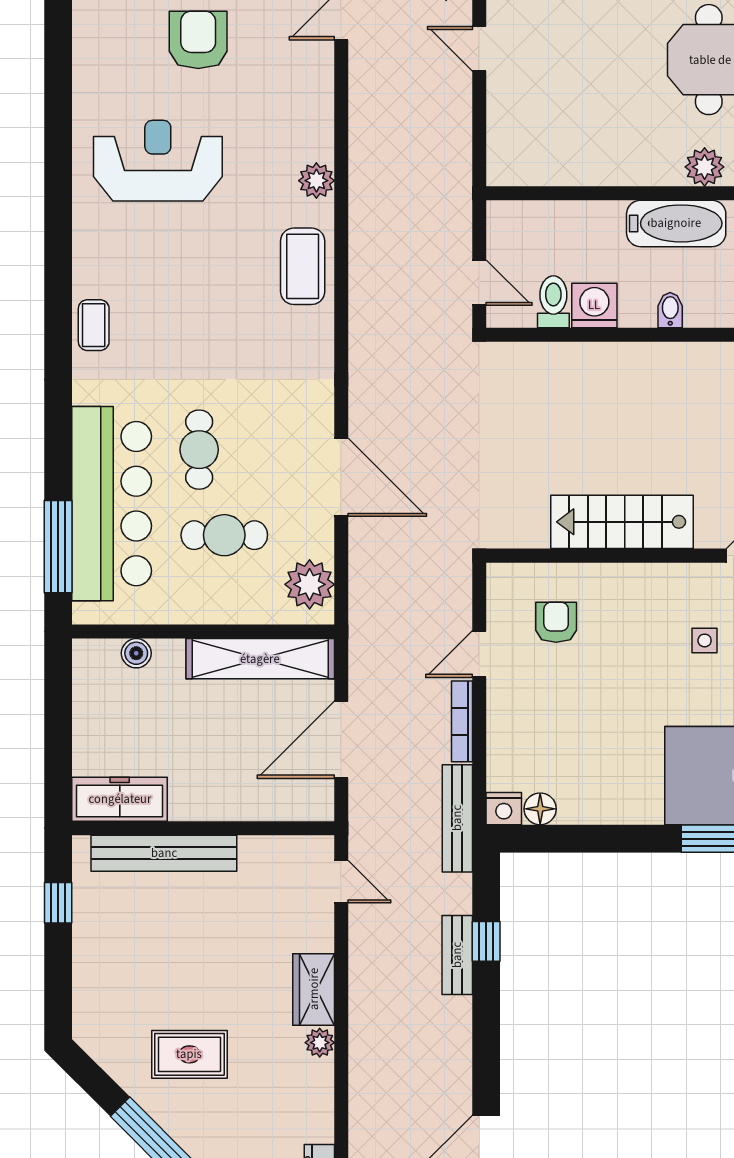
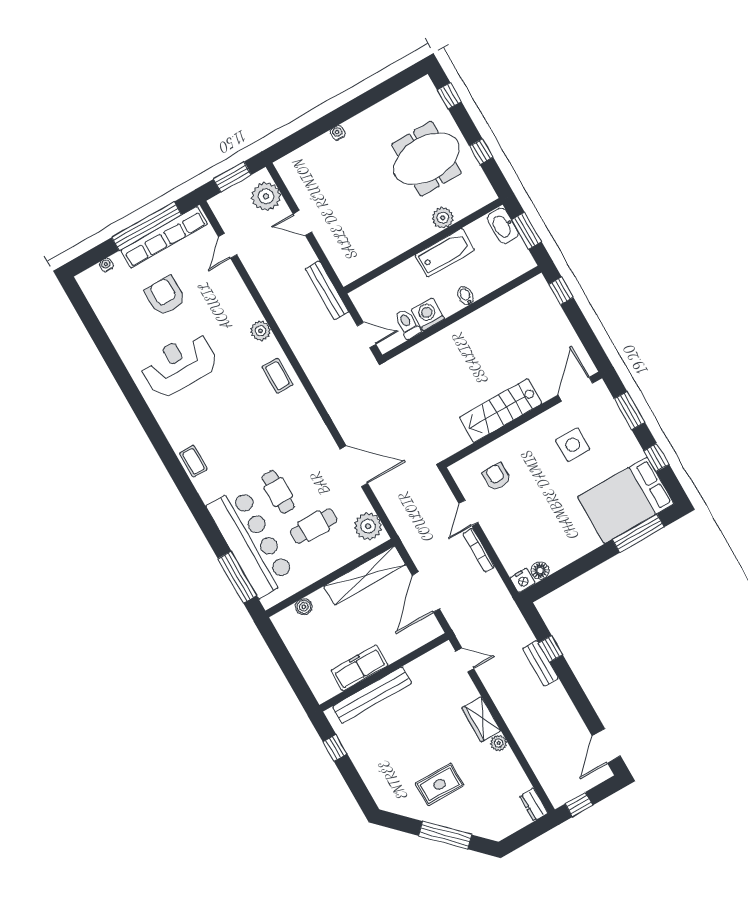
coffee table: (303, 266) -> (277, 376), width x0.73, depth x0.77
side table: (705, 640) -> (573, 445), width x1.87, depth x1.87
freezer: (120, 799) -> (359, 668), moved
bench: (457, 818) -> (327, 290), moved

